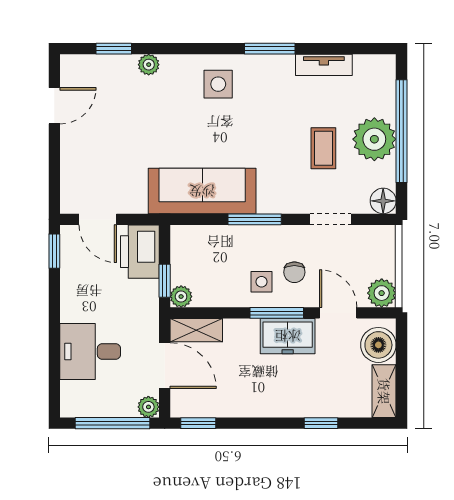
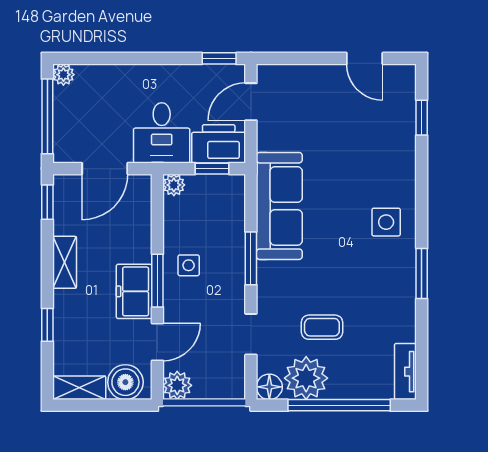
plant: (149, 65) -> (406, 153), removed
tv unit: (324, 65) -> (405, 372), moved
plant: (374, 139) -> (306, 378), moved
chair: (294, 272) -> (198, 298), removed
window: (165, 281) -> (212, 169), moved
shelving: (196, 330) -> (65, 262), moved
desk: (90, 351) -> (162, 133), moved, turned 180
plant: (148, 407) -> (63, 75), moved

